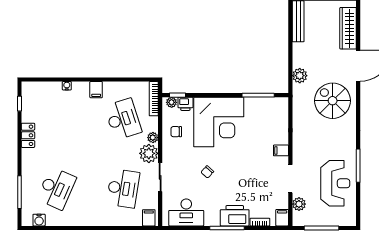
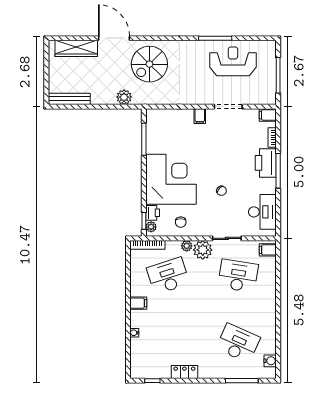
plant: (299, 204) -> (254, 98), removed

